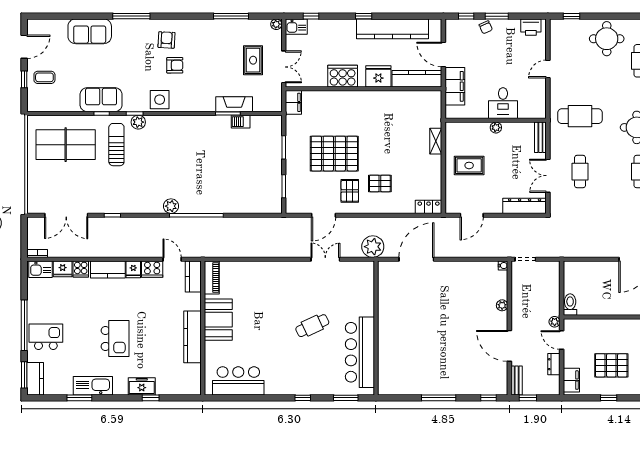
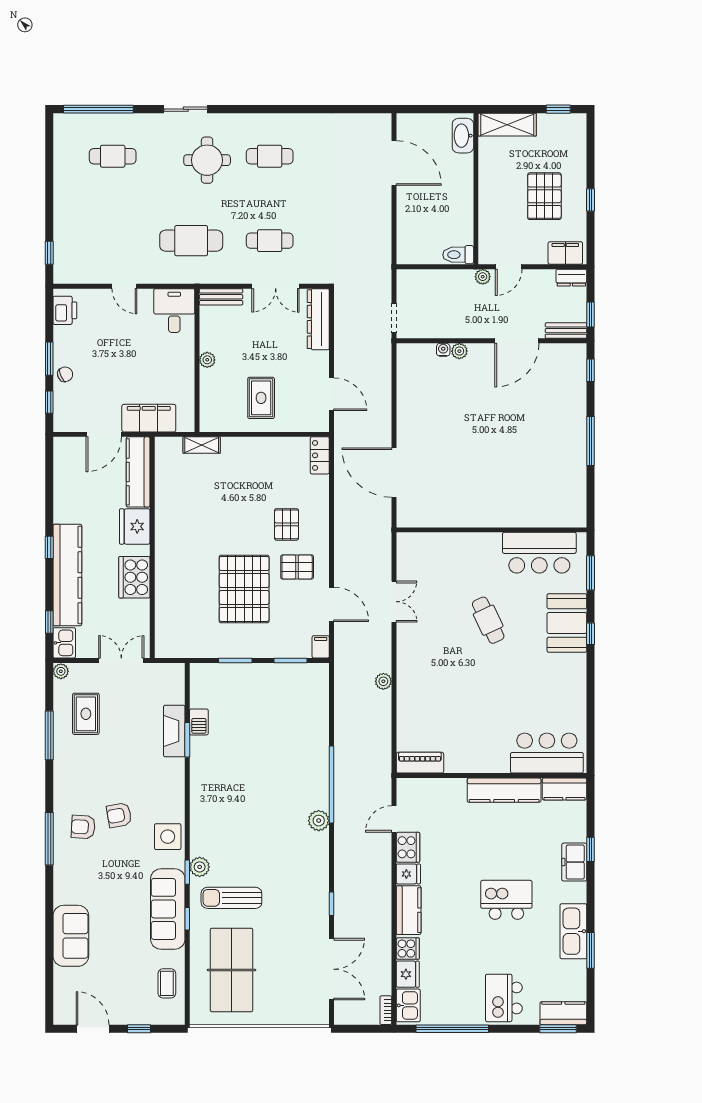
window: (131, 16) -> (49, 839), moved
kitchen counter: (392, 29) -> (67, 575), moved
round table: (607, 39) -> (81, 203), removed
rug: (253, 60) -> (86, 714), moved, turned 90
armchair: (175, 65) -> (119, 815), turned -100
coffee table: (44, 77) -> (167, 983), moved
sofa: (101, 100) -> (168, 909), width x1.36
filing cabinet: (293, 102) -> (321, 647), moved, width x0.50
desk: (503, 103) -> (174, 311), moved, turned -90
cafe table: (580, 116) -> (191, 241), turned 90
shelving: (436, 141) -> (202, 445), moved
plant: (373, 247) -> (383, 681), moved, width x0.53, depth x0.53
double door: (325, 259) -> (394, 602), swing flipped
water cooler: (503, 266) -> (443, 350), moved
kitchen counter: (193, 276) -> (564, 789), moved
booth: (218, 320) -> (567, 623), moved, turned 90
window: (24, 325) -> (452, 1029), moved
bar counter: (360, 352) -> (539, 553), width x0.73
dresser: (554, 364) -> (571, 278), moved
bar counter: (238, 381) -> (547, 753), moved, turned 90

